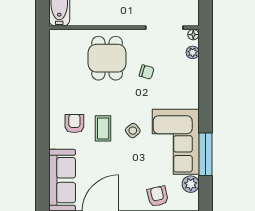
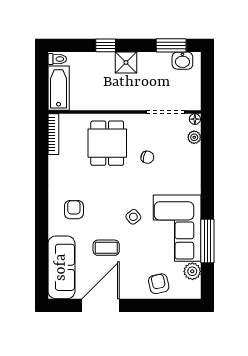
bookcase: (54, 49) -> (53, 134), added
coffee table: (103, 128) -> (106, 248), moved, turned 90

